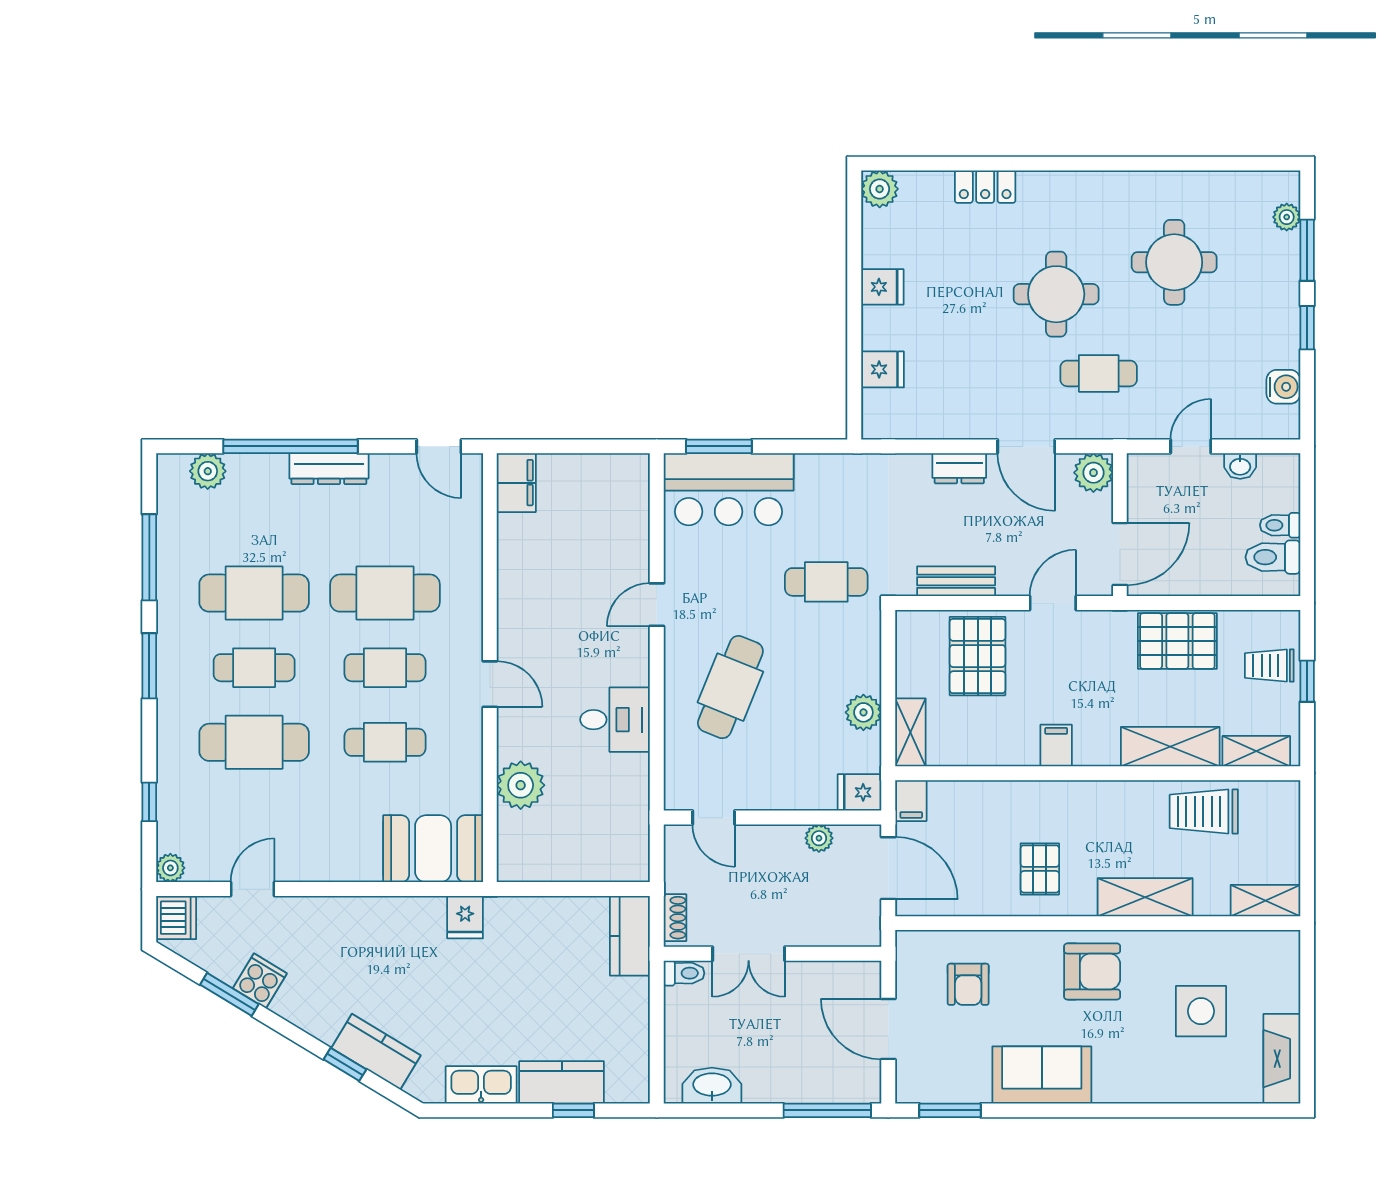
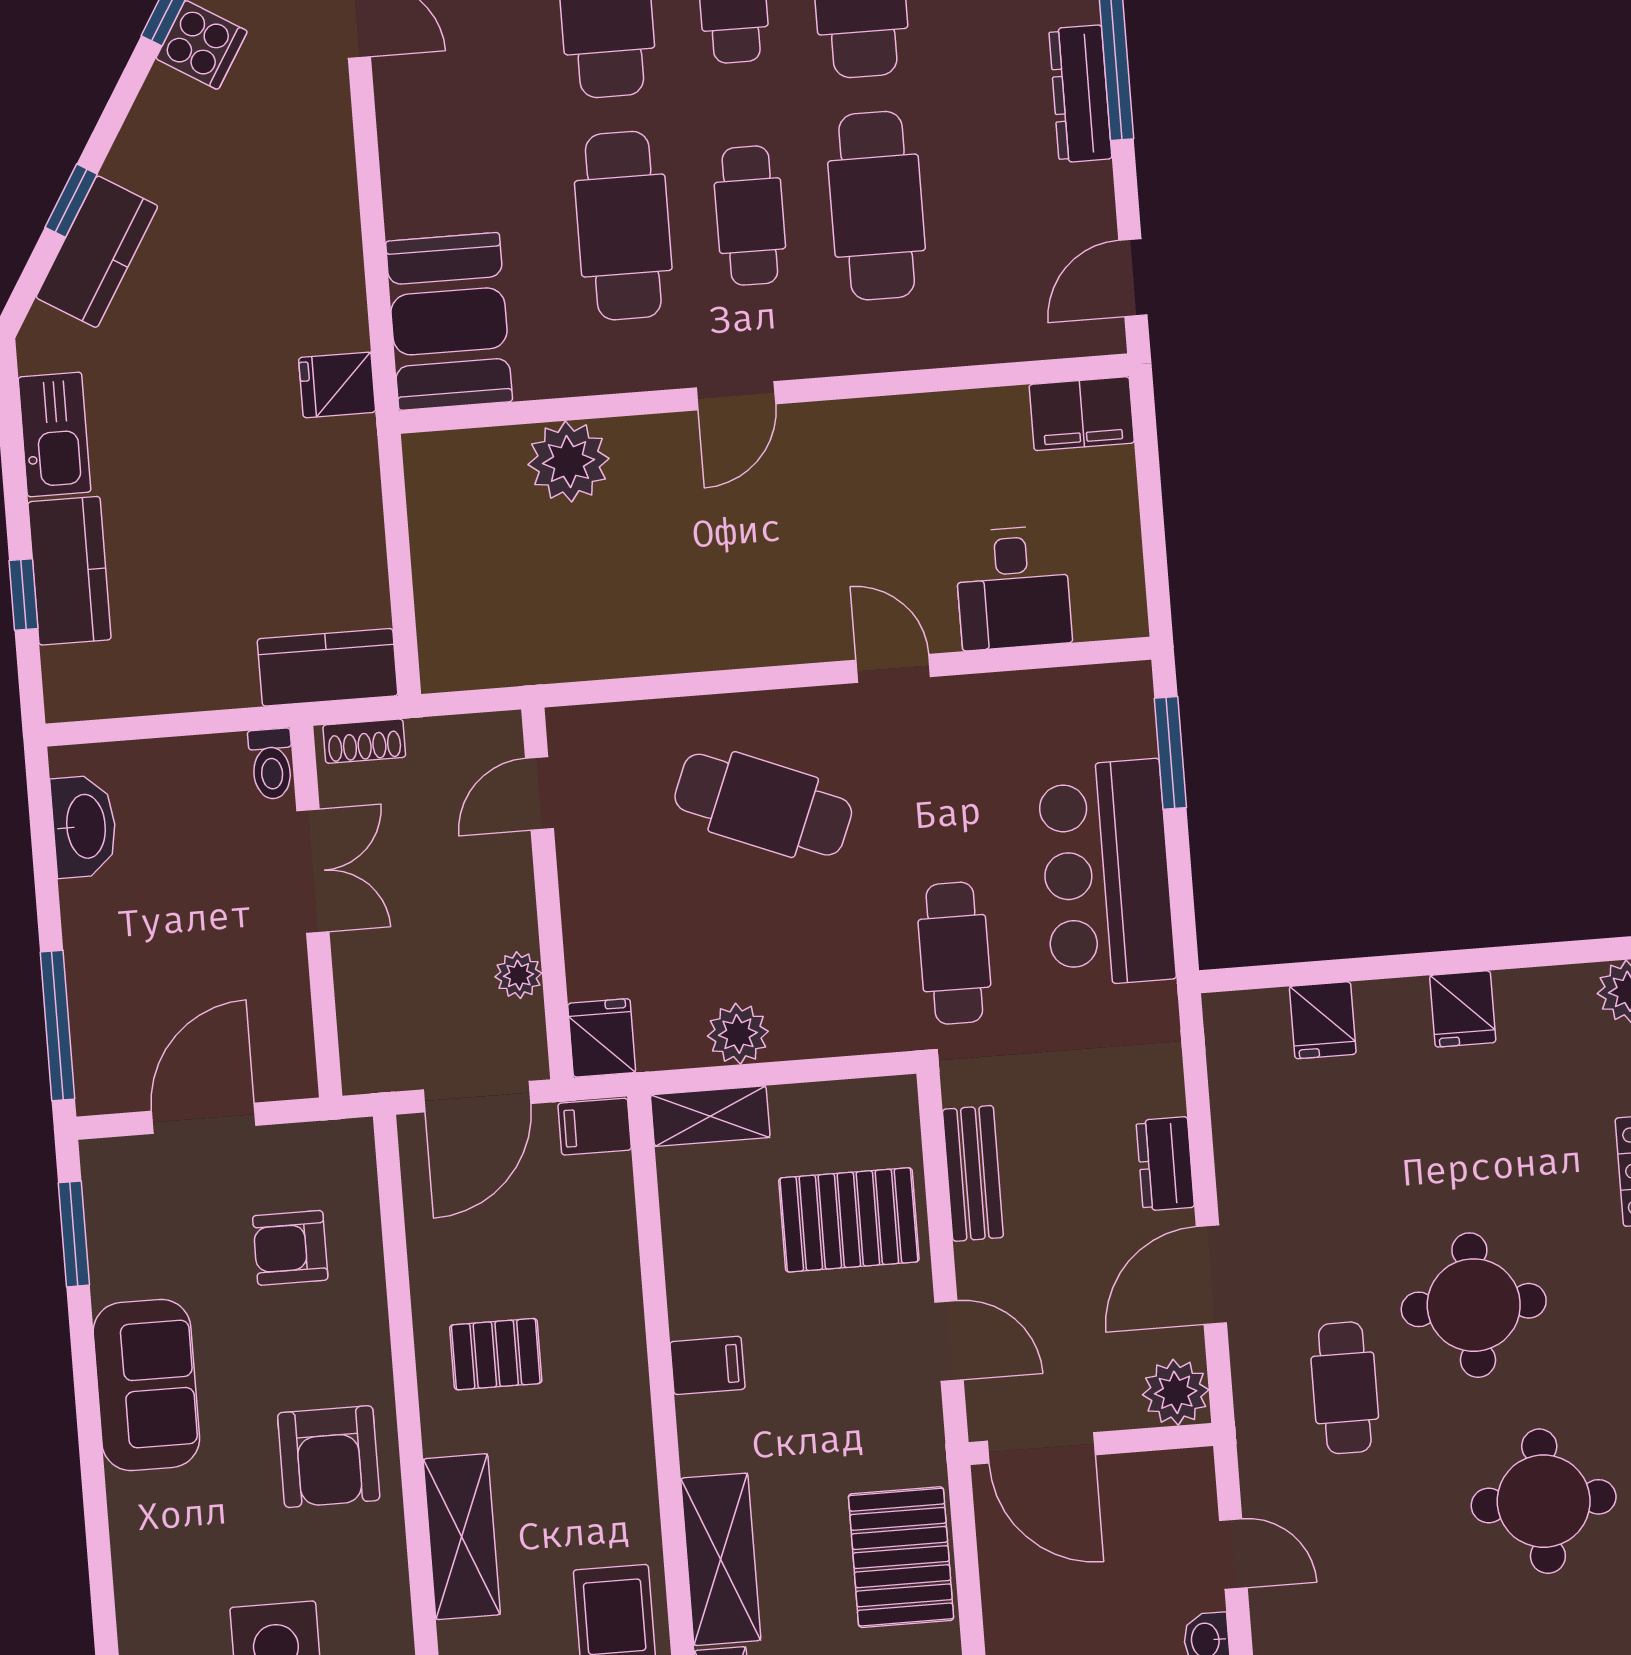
bar counter: (729, 489) -> (1106, 873), moved
desk: (615, 720) -> (1013, 588), moved
cafe table: (385, 742) -> (623, 226), width x1.37, depth x1.35
double door: (749, 954) -> (313, 871), swing flipped

